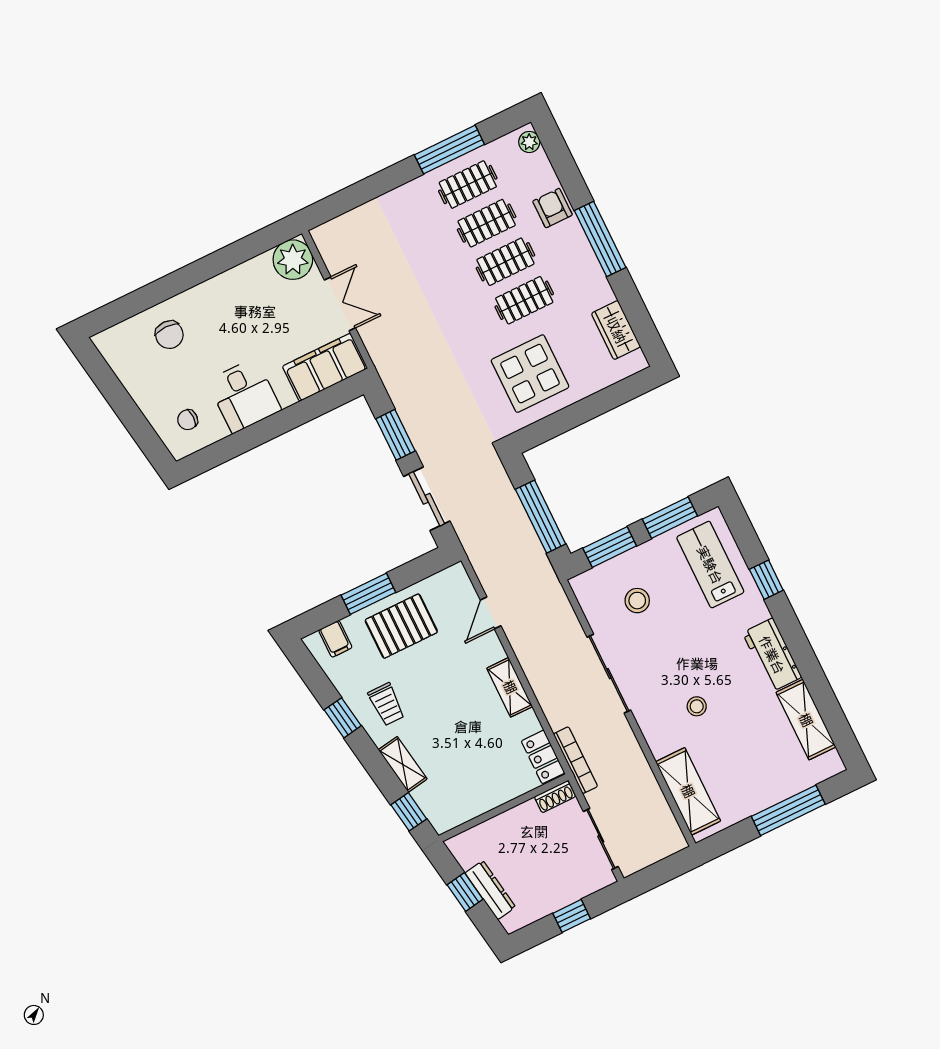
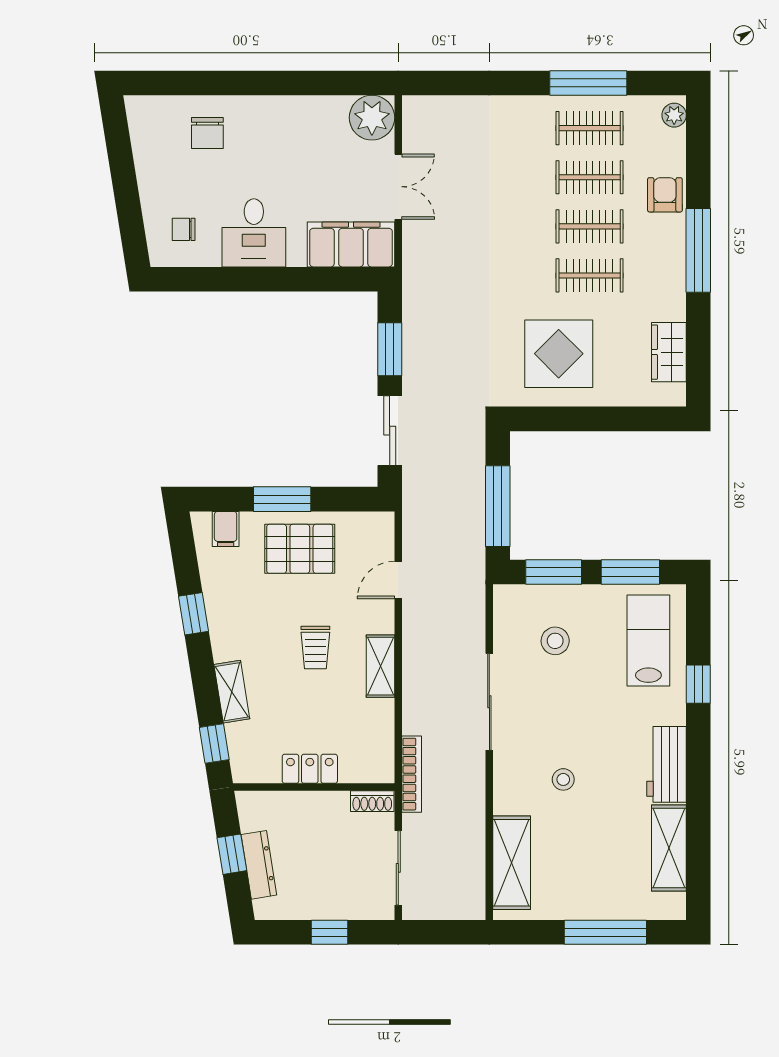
trolley: (386, 704) -> (315, 647), moved
locker: (543, 757) -> (310, 769), moved, turned 90

